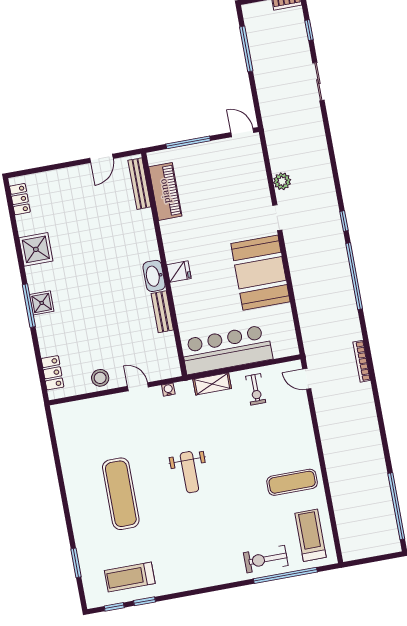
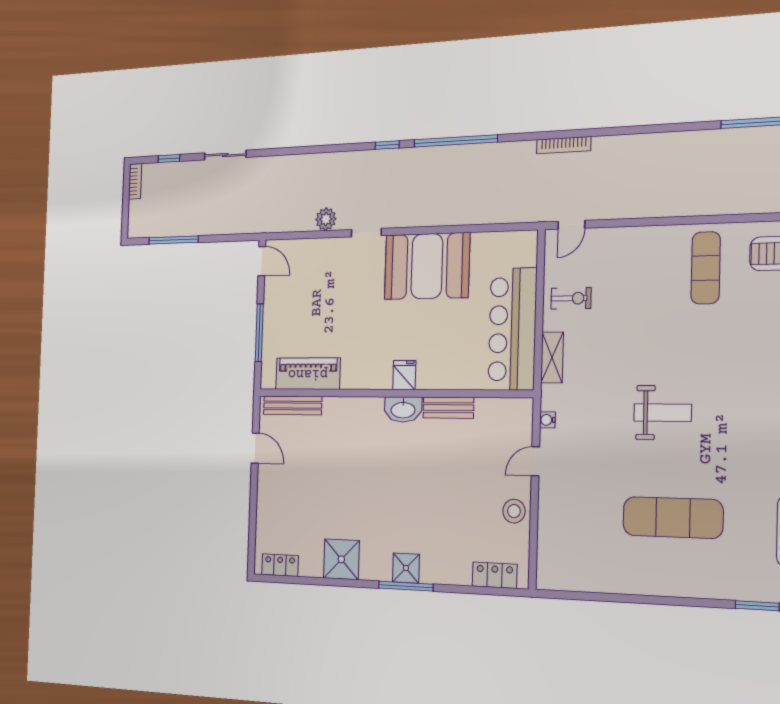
door: (242, 133) -> (262, 261), swing flipped

